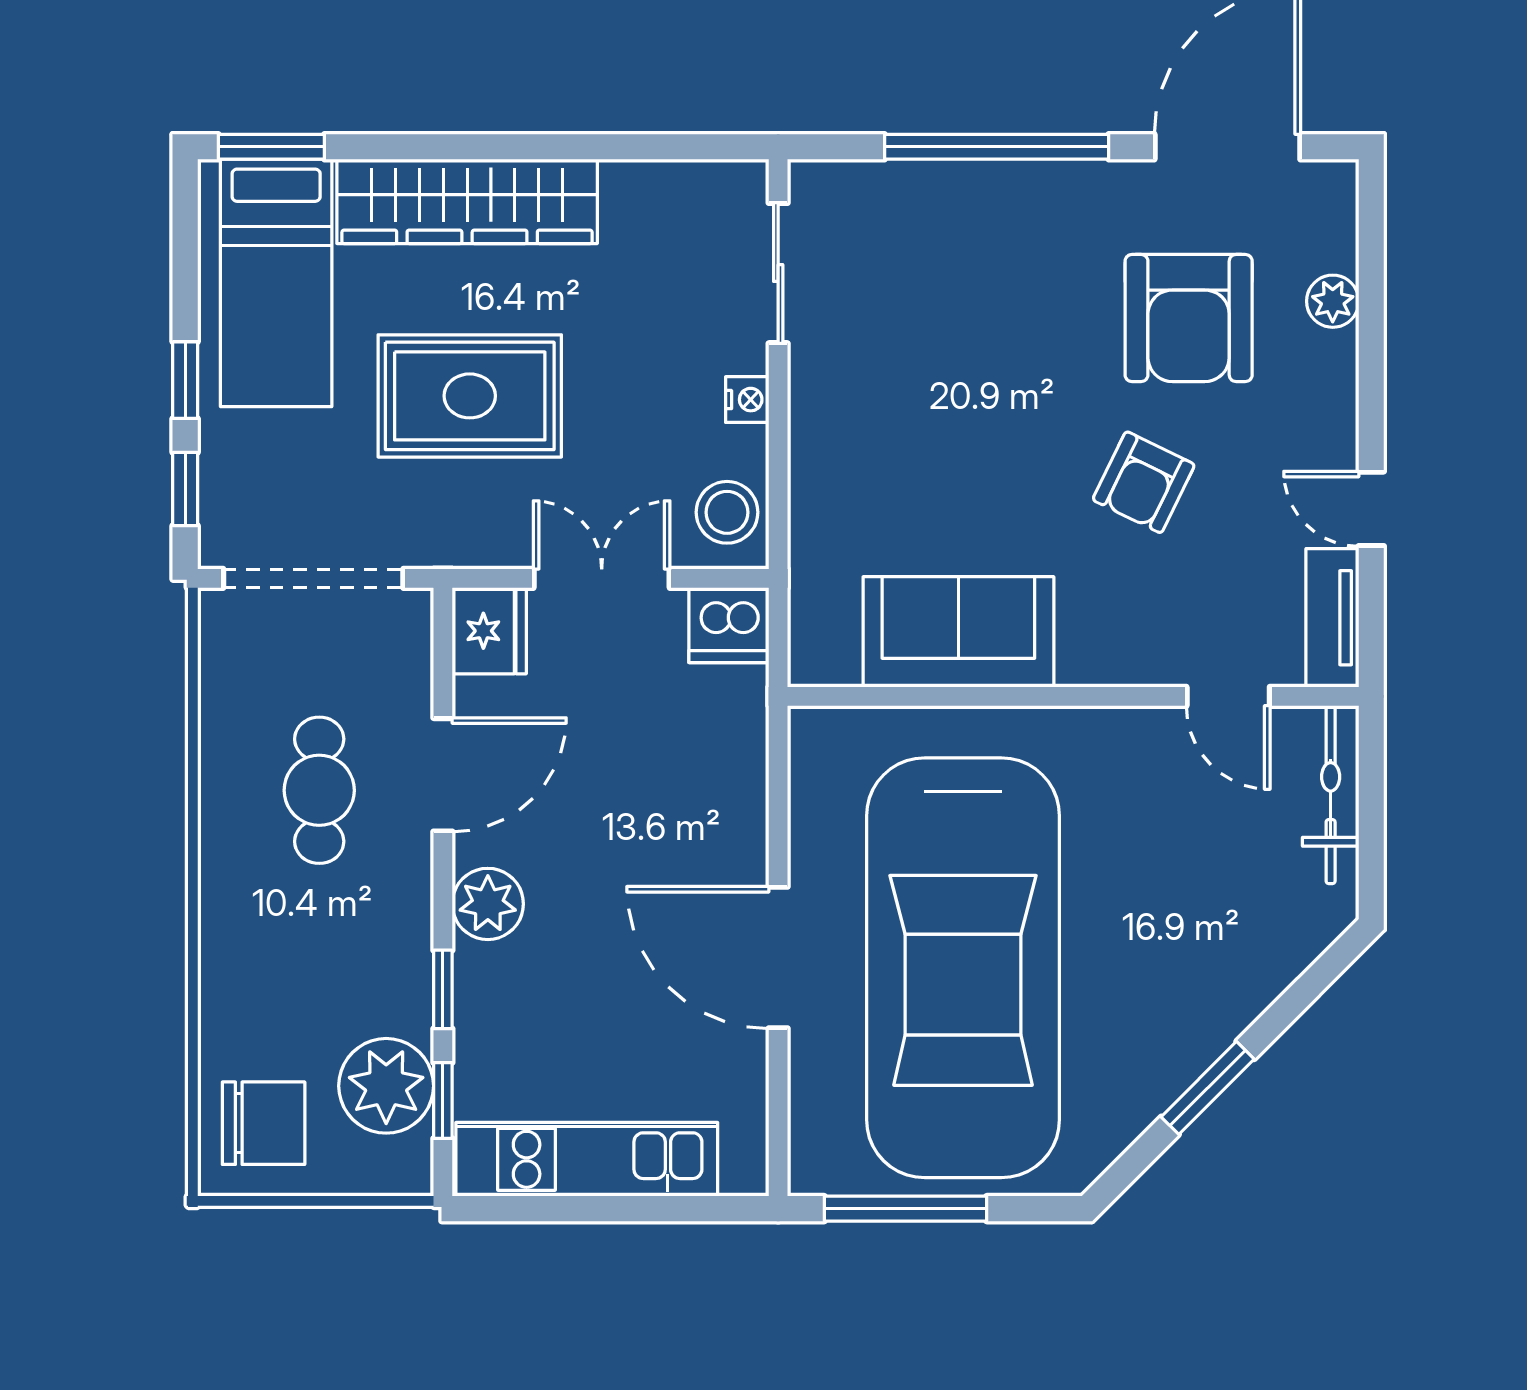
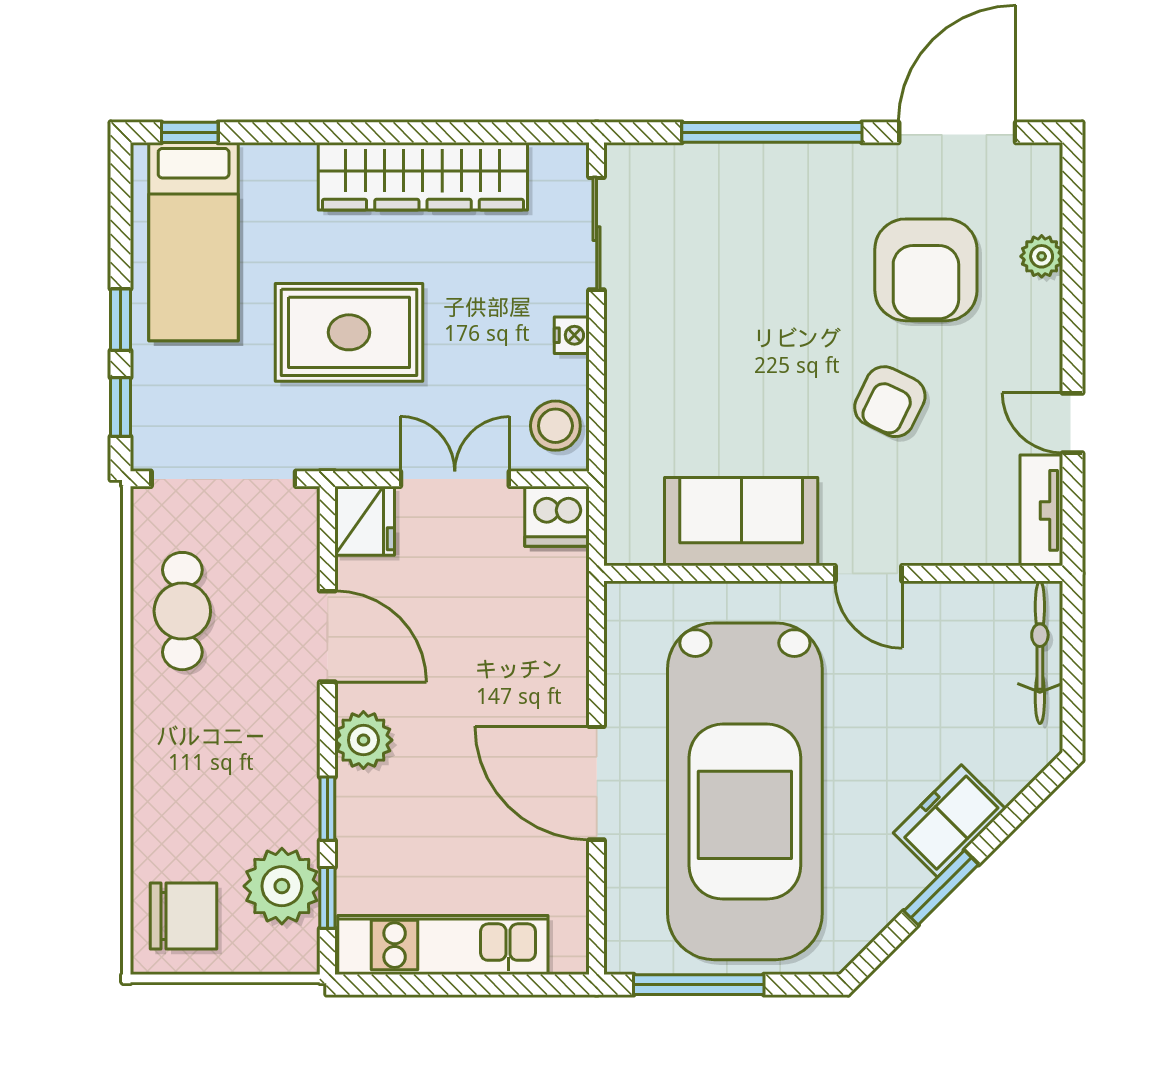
window: (271, 147) -> (190, 132), width x0.67
wardrobe: (467, 201) -> (423, 176), moved
door: (1228, 696) -> (868, 573), moved
door: (443, 775) -> (327, 636), hinge flipped
cafe table: (319, 790) -> (182, 611), moved
freezer: (1218, 1005) -> (950, 821), added

